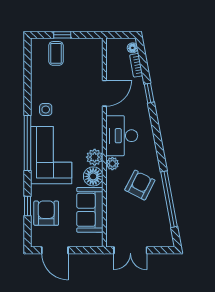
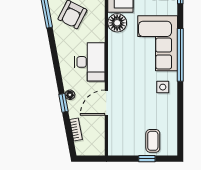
floor lamp: (132, 48) -> (70, 95), moved
plant: (95, 157) -> (116, 41), removed
plant: (112, 164) -> (99, 35), removed

